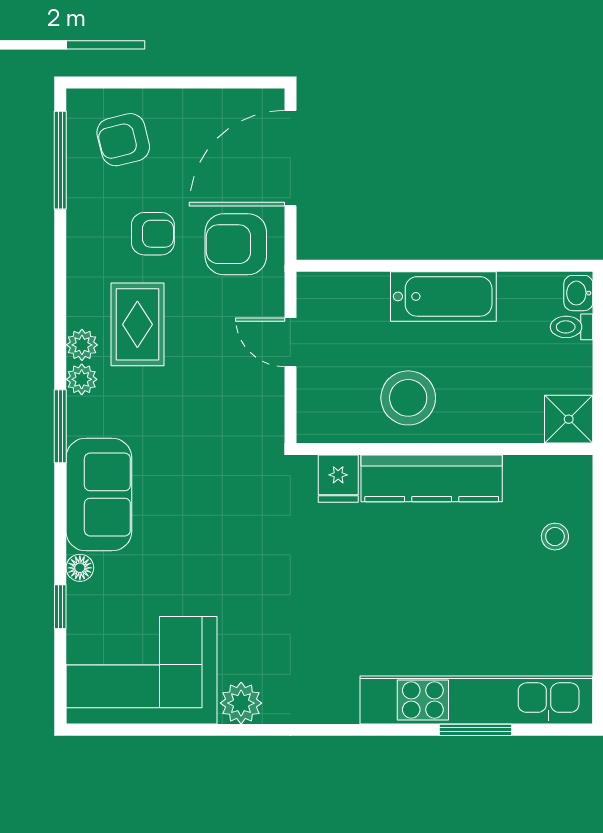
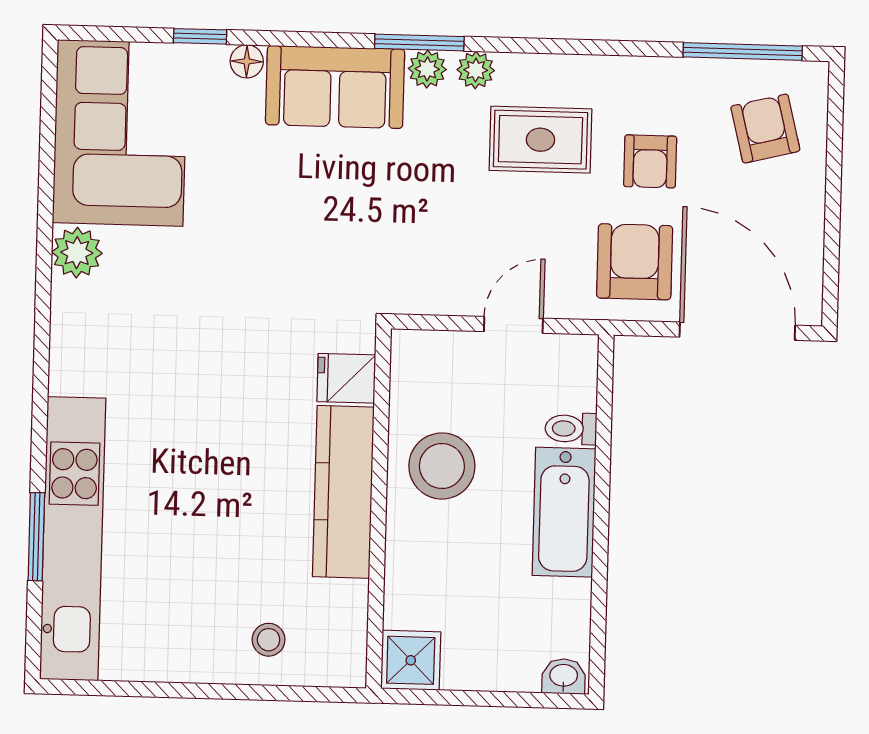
toilet: (572, 327) -> (571, 429), moved, turned -90
plant: (82, 345) -> (427, 69), moved

